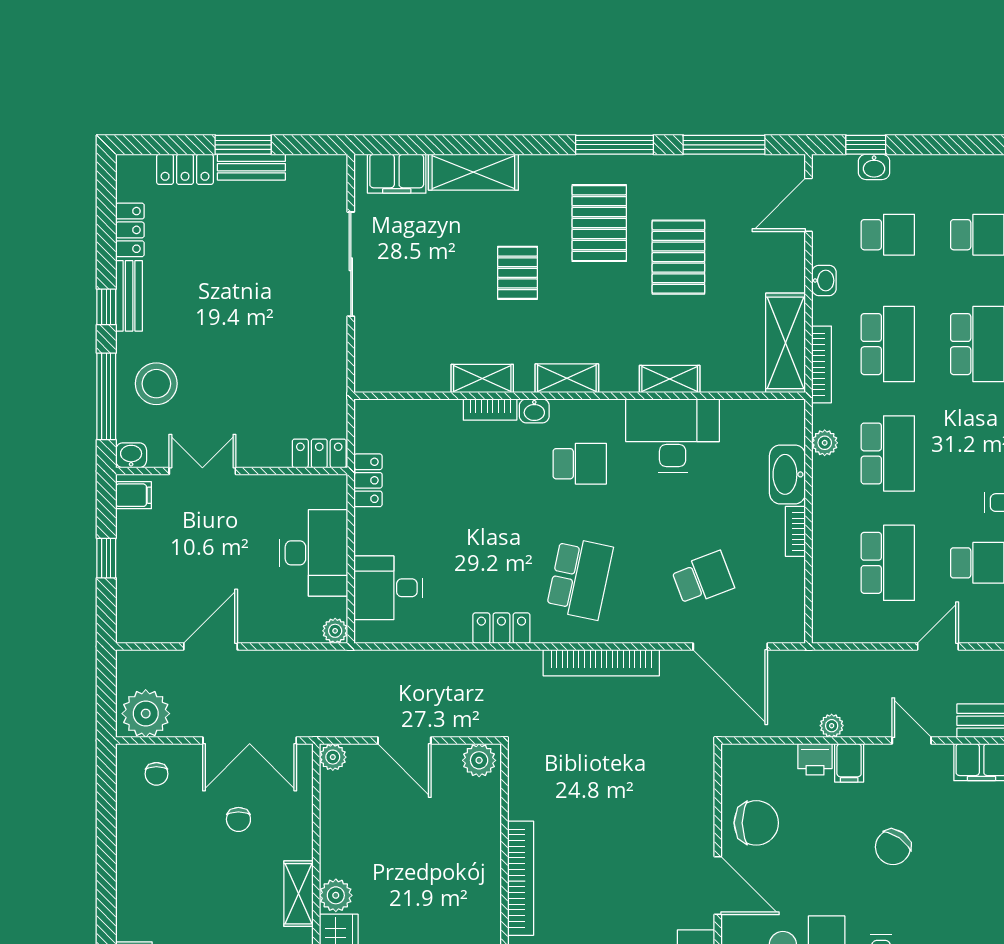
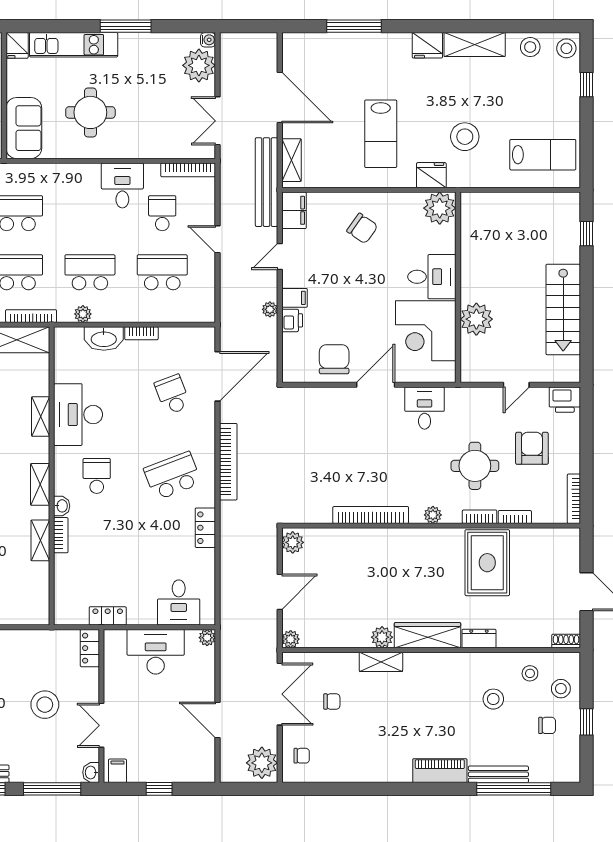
stool: (156, 384) -> (45, 705), moved
school desk: (580, 578) -> (172, 476), turned -33
chair: (893, 847) -> (362, 228), moved

